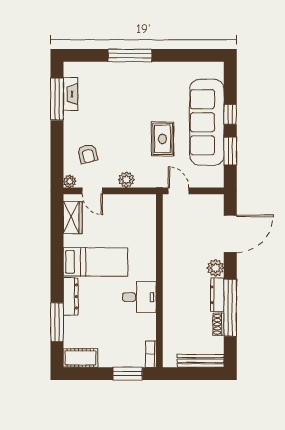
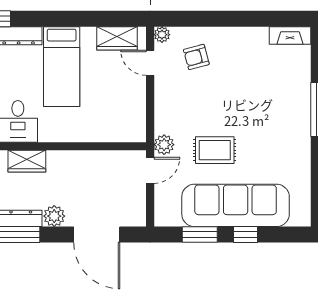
fireplace: (70, 94) -> (290, 35), moved
window: (57, 99) -> (264, 19), removed
plant: (126, 180) -> (164, 145), moved
door: (92, 191) -> (150, 63), hinge flipped
wardrobe: (171, 290) -> (27, 161), added

